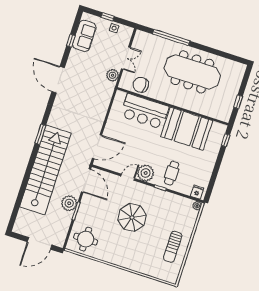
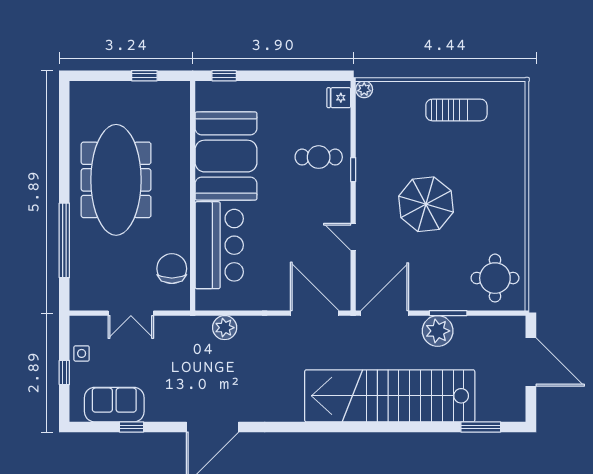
double door: (126, 58) -> (131, 313), swing flipped
plant: (113, 75) -> (225, 328), moved
chair: (141, 85) -> (172, 269), turned 180
window: (40, 134) -> (481, 427), moved
plant: (146, 173) -> (334, 206), removed

